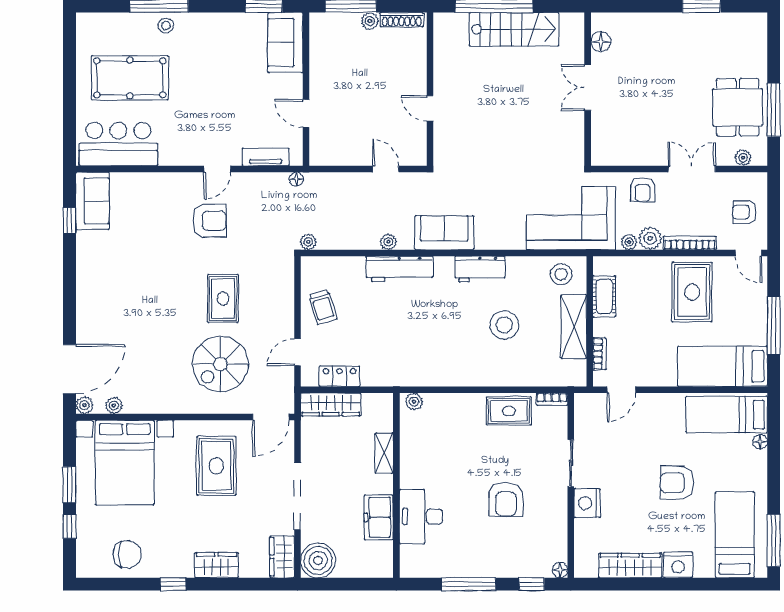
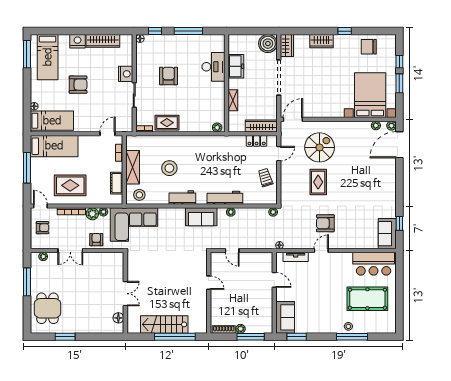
dining table: (738, 107) -> (47, 308), moved
rug: (692, 292) -> (70, 185), turned 90
rug: (216, 466) -> (322, 94), removed

